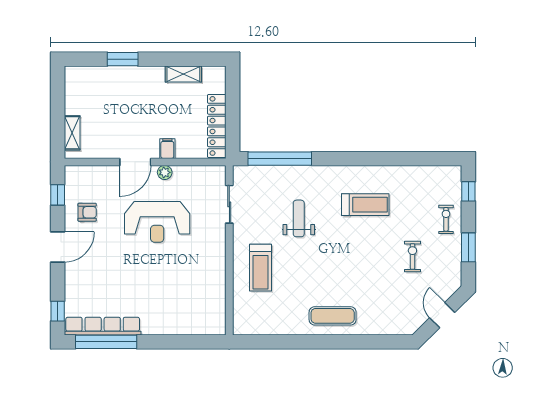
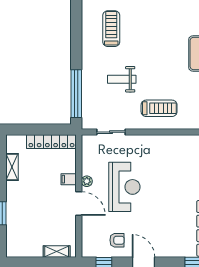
armchair: (87, 212) -> (117, 240), turned 90

